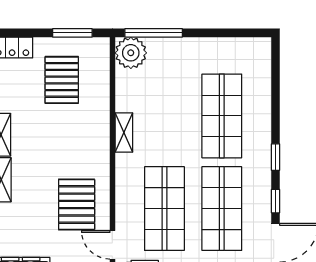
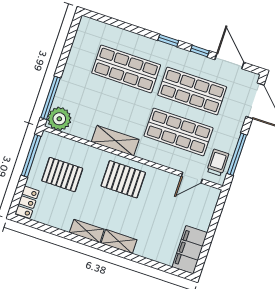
window: (72, 33) -> (31, 156), width x1.44
shelving: (124, 133) -> (115, 141), width x1.50, depth x1.33
pallet: (77, 205) -> (123, 179), moved

